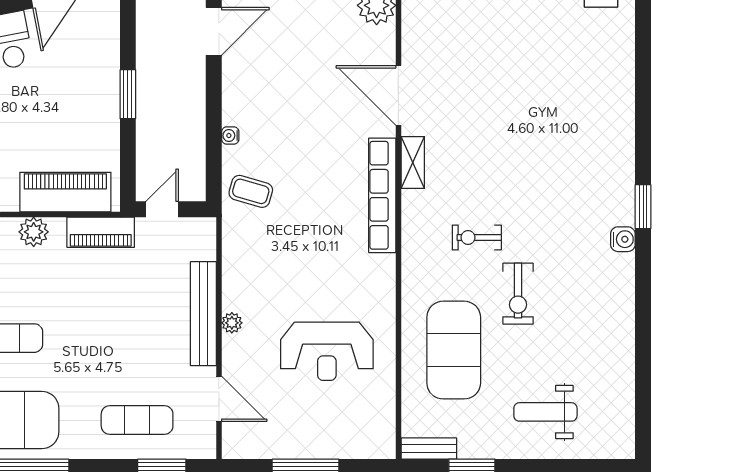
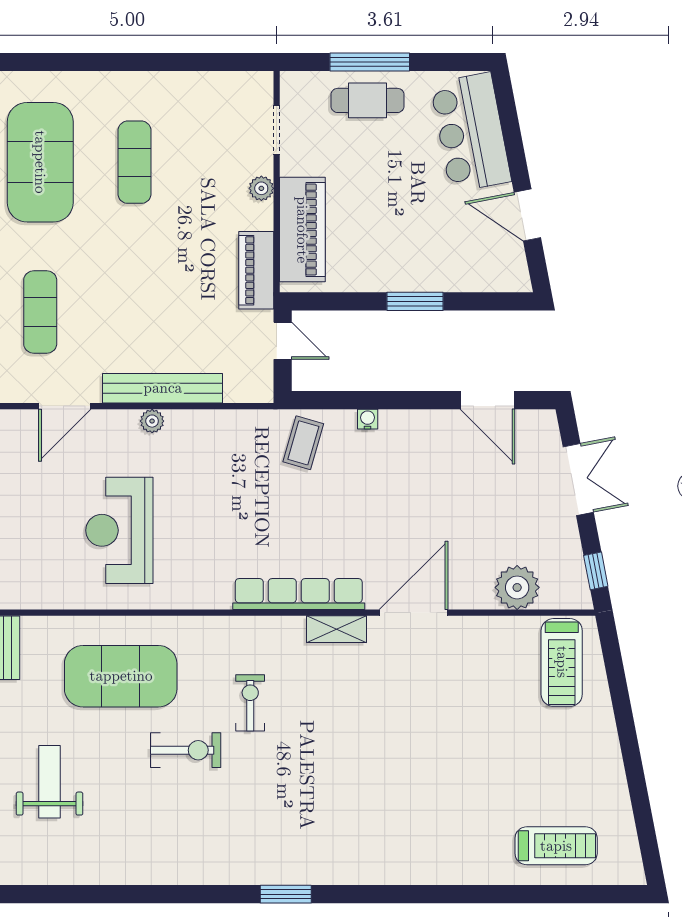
plant: (34, 232) -> (261, 188), width x0.73, depth x0.73
water cooler: (623, 239) -> (248, 871), removed
exercise bike: (518, 294) -> (186, 750), turned 180

